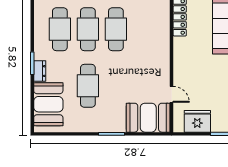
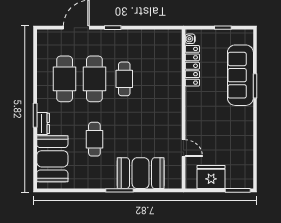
cafe table: (116, 29) -> (124, 79), width x0.73, depth x0.74
cafe table: (88, 86) -> (94, 139), width x0.73, depth x0.74
booth: (148, 118) -> (141, 173), moved

